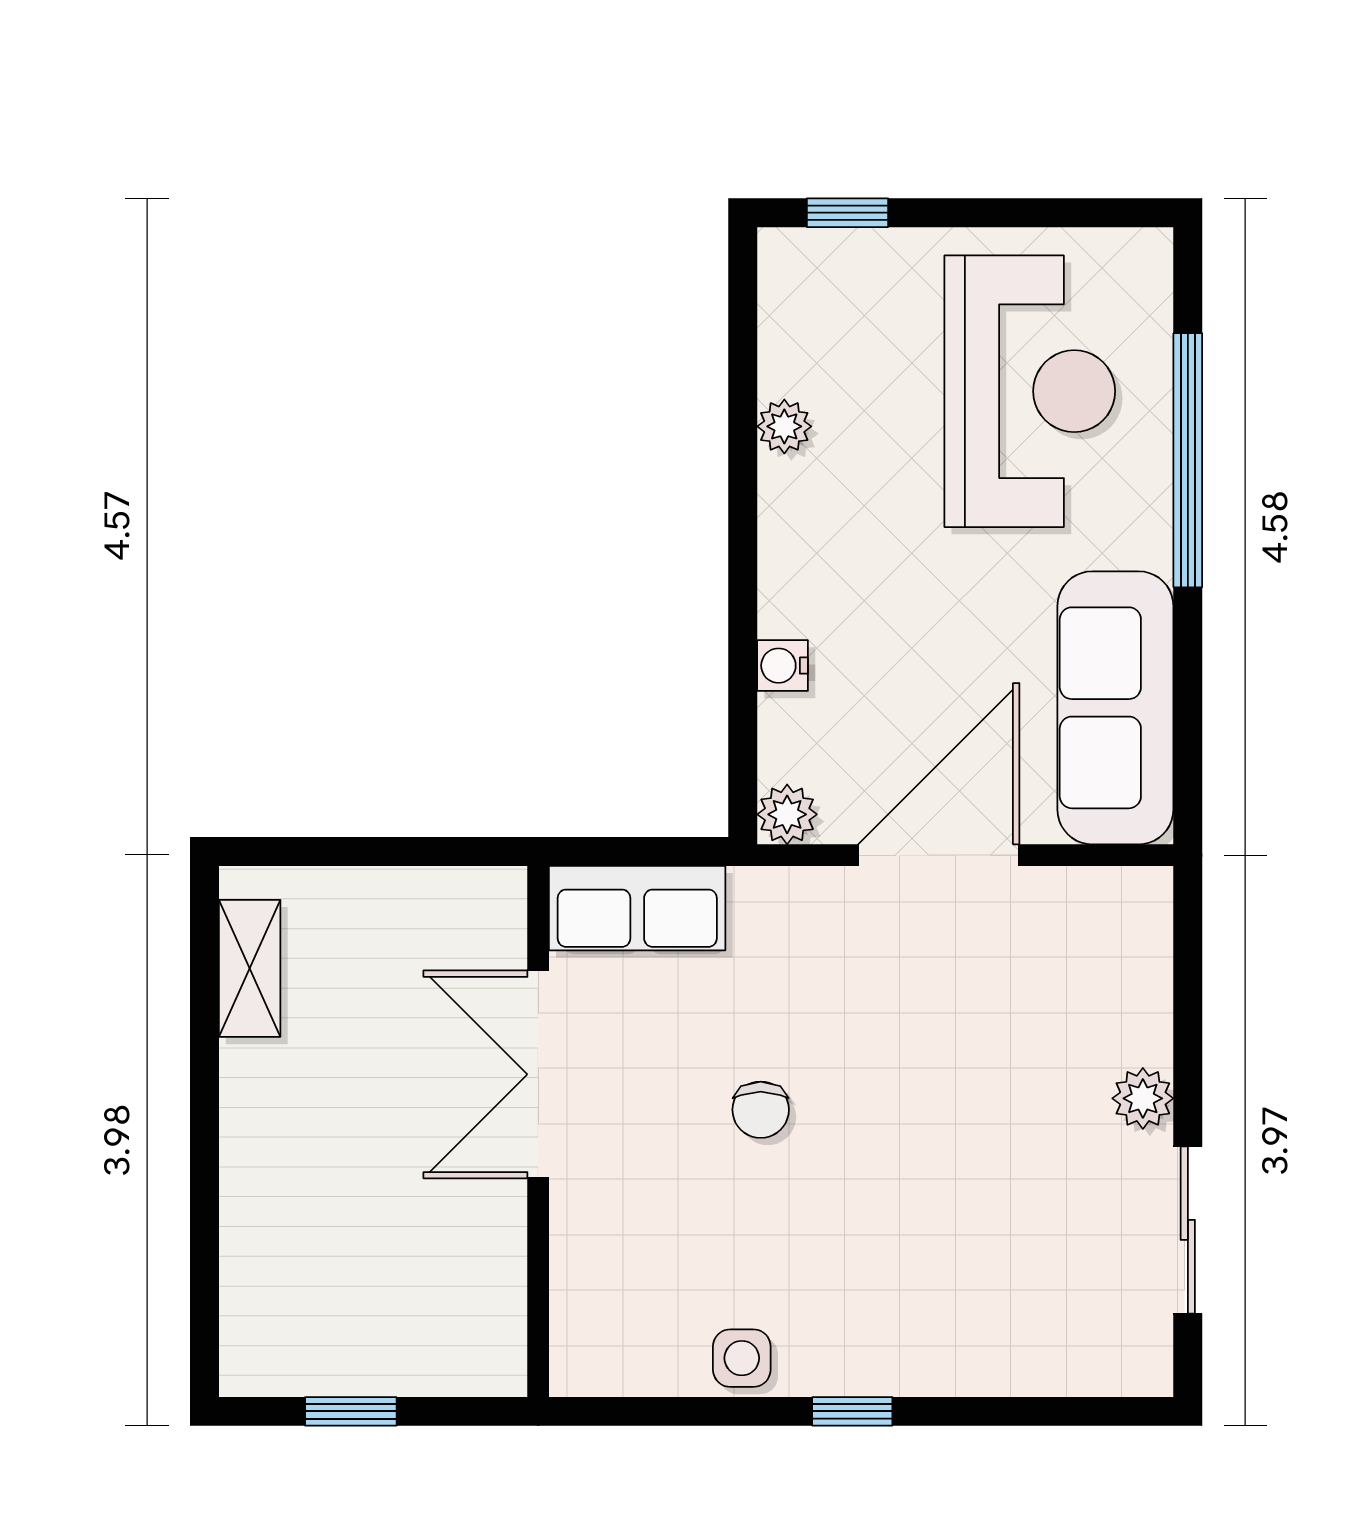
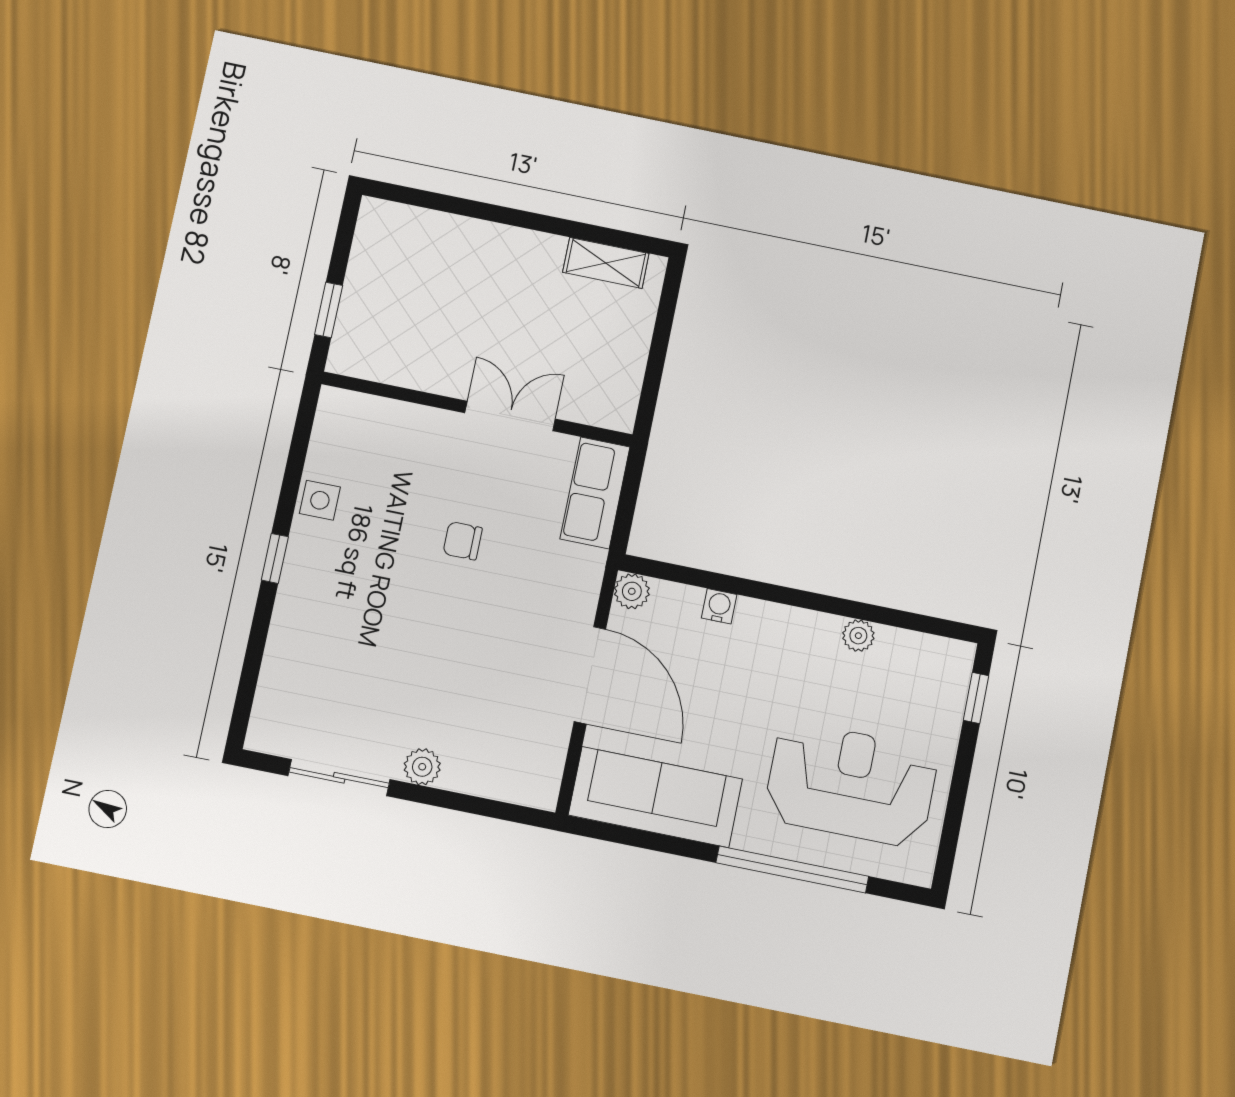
reception desk: (1030, 391) -> (851, 784), turned 180
double door: (538, 1074) -> (510, 416), width x0.73
window: (351, 1411) -> (329, 310), moved

